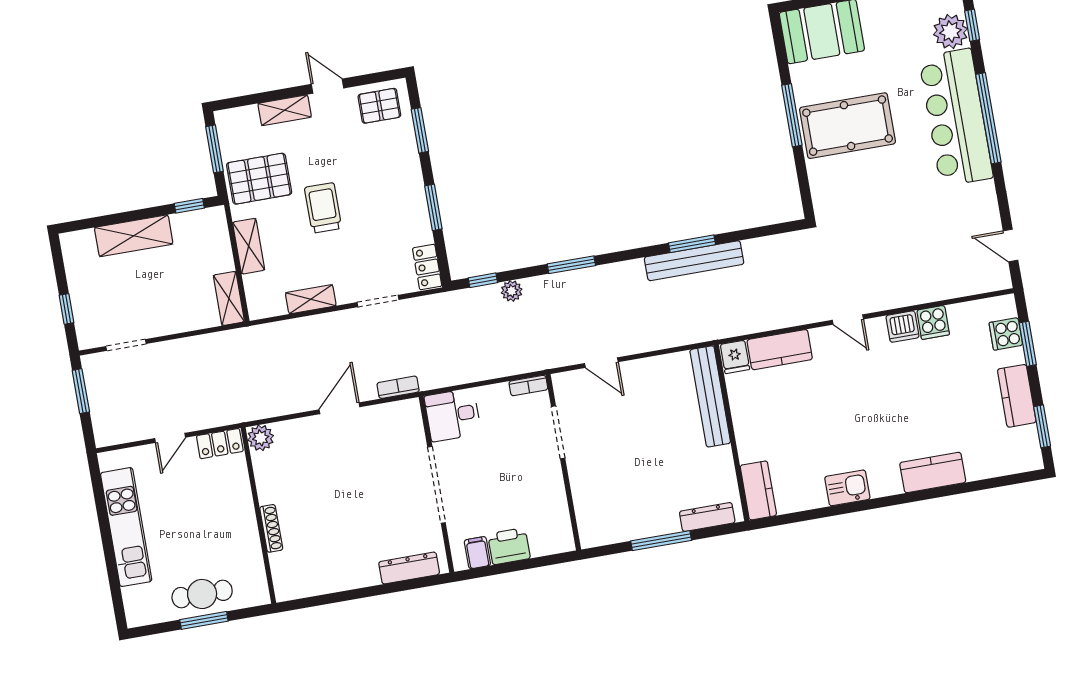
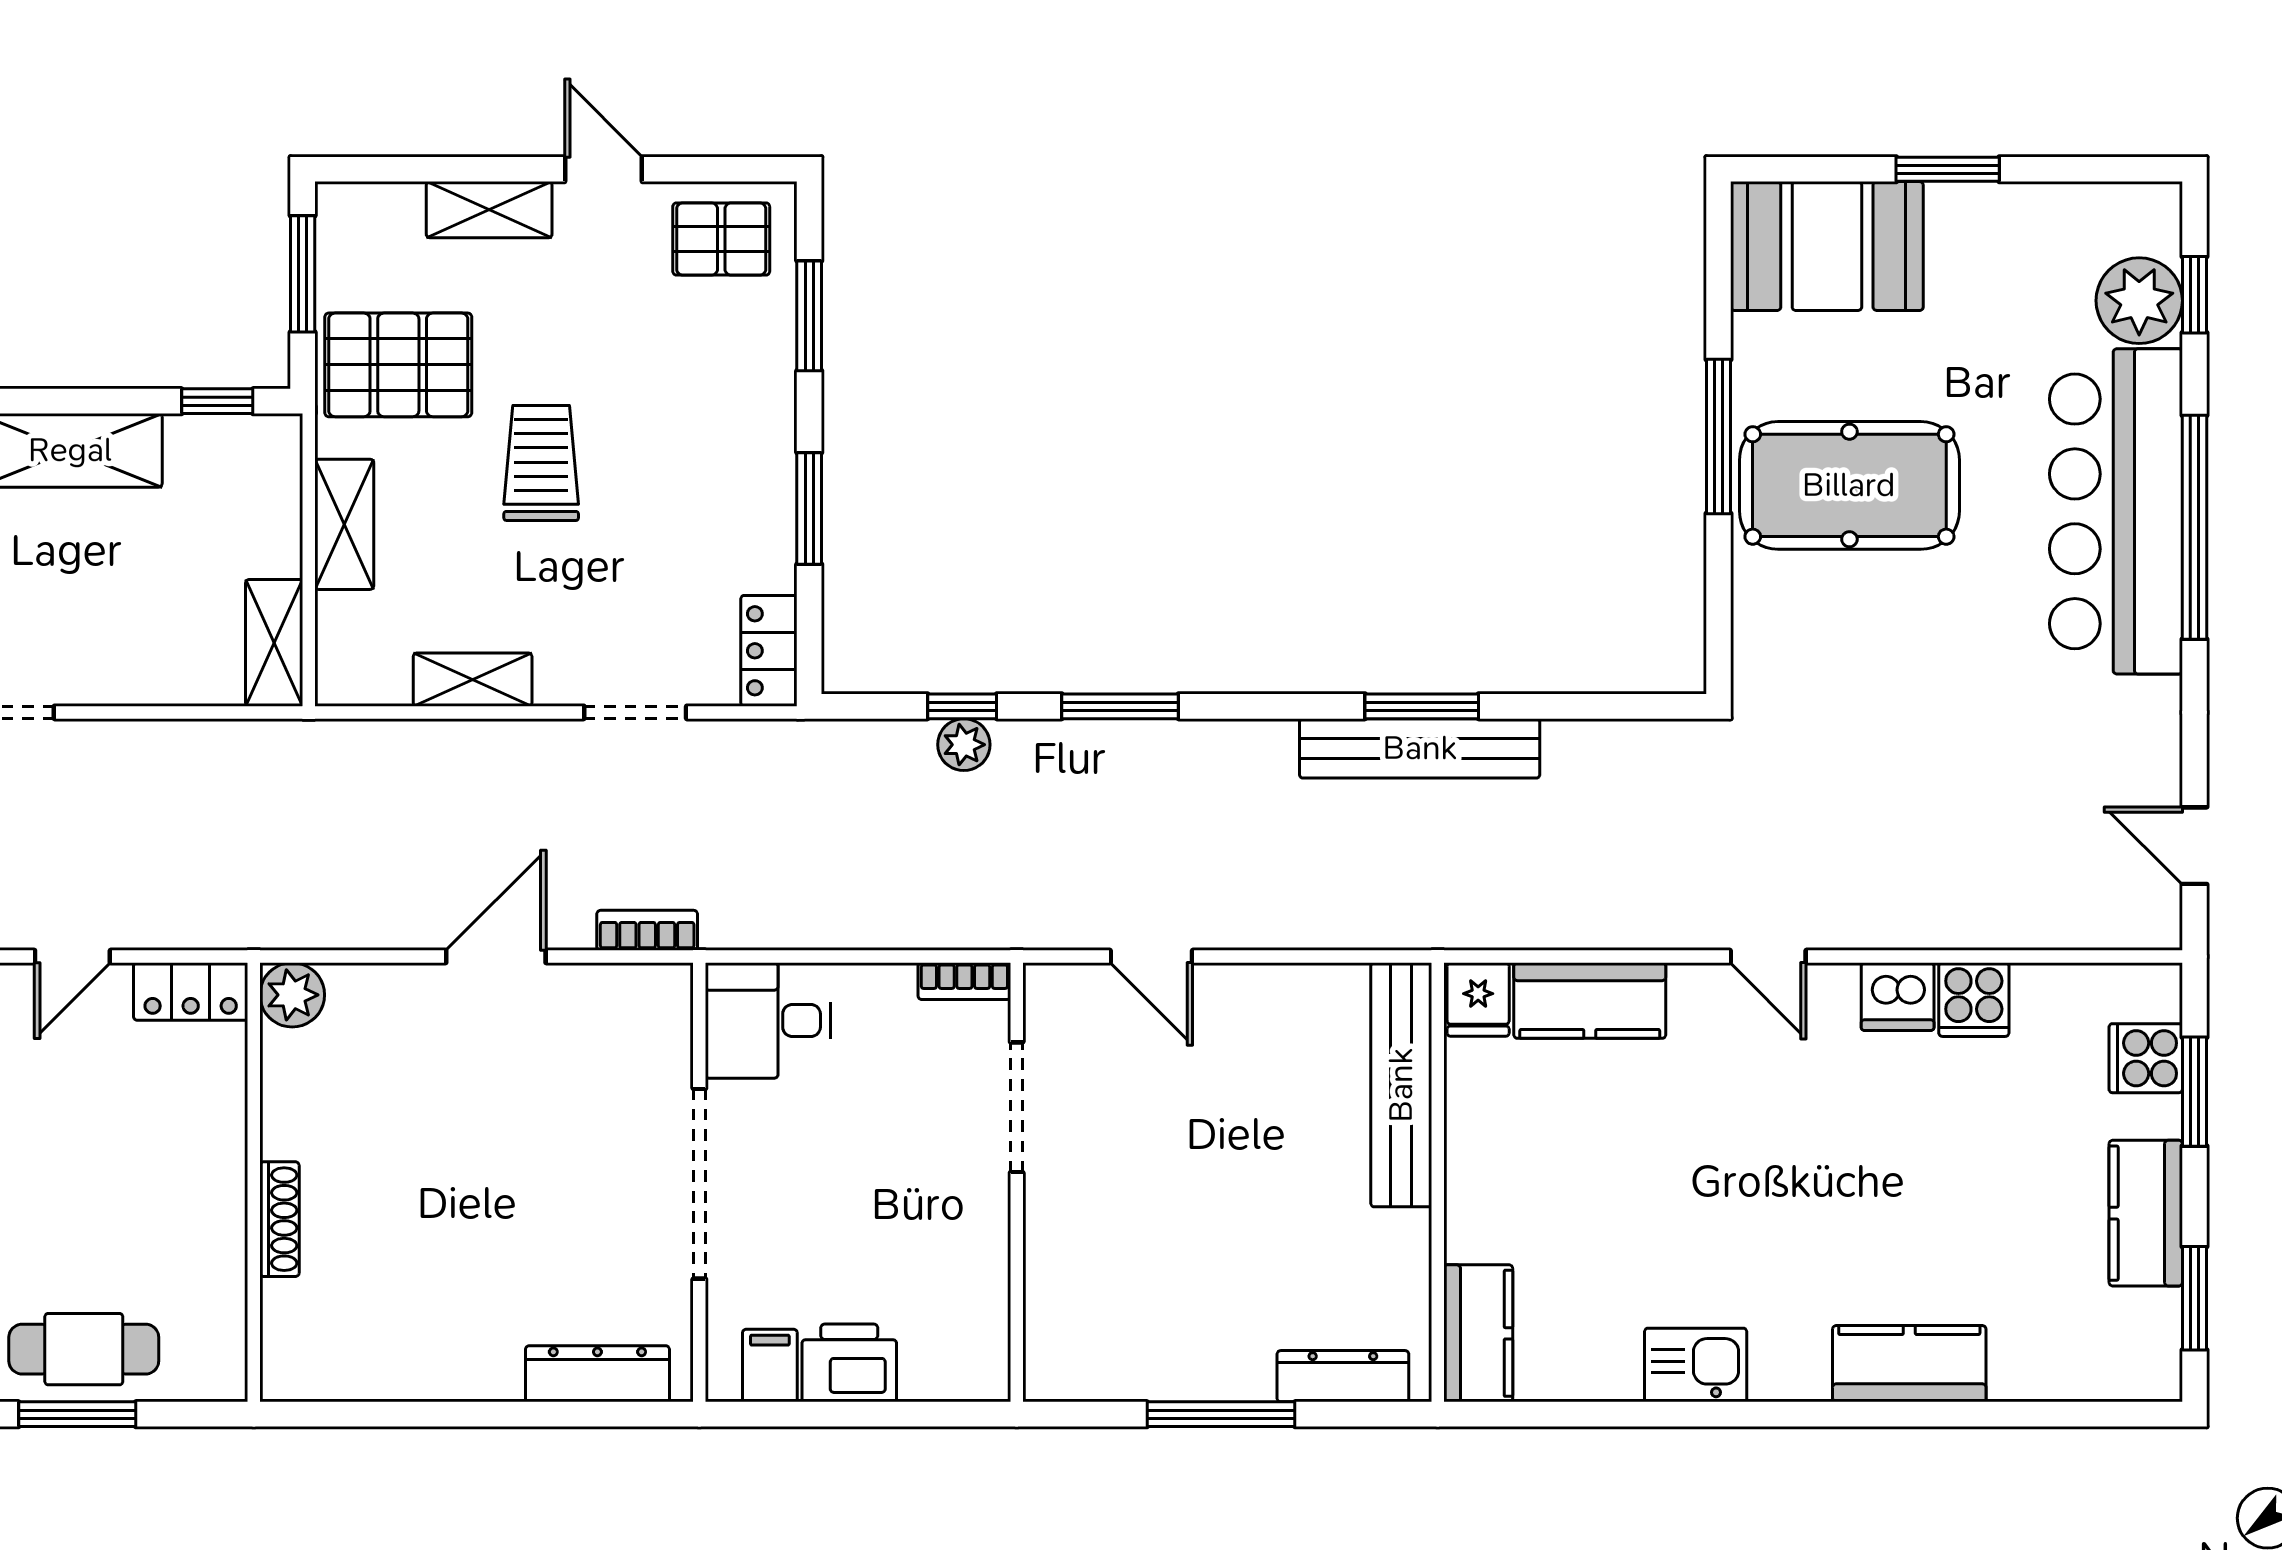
window: (483, 280) -> (962, 706), moved

